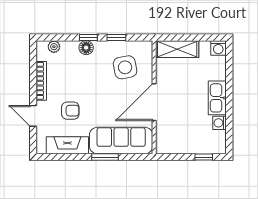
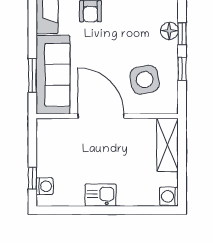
kitchen sink: (217, 98) -> (101, 195), width x0.73
washing machine: (220, 123) -> (45, 186), moved, turned 90
window: (105, 157) -> (32, 75), moved

